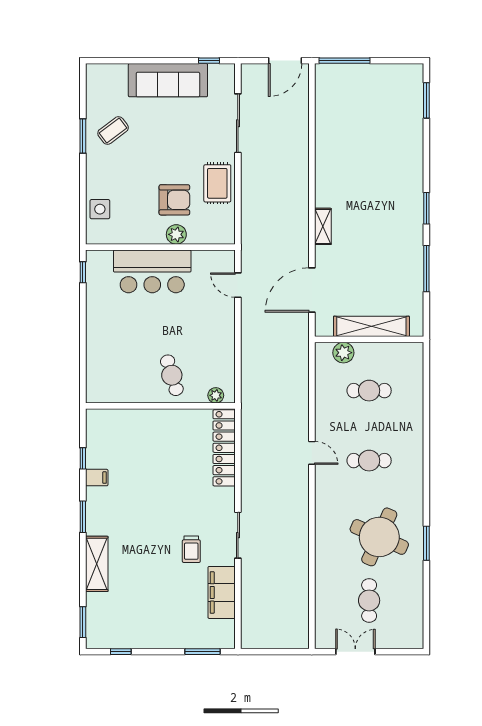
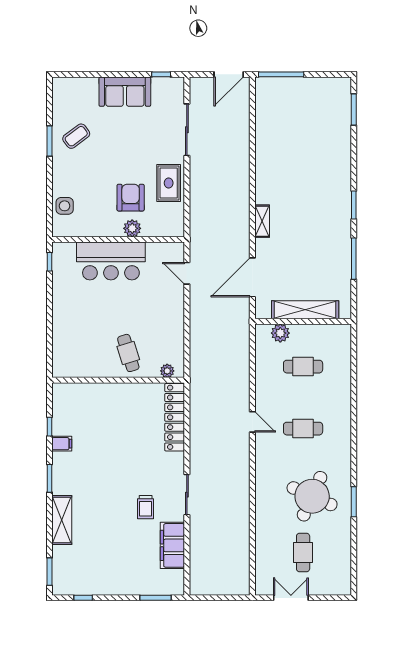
sofa: (168, 80) -> (125, 92), width x0.73
armchair: (174, 200) -> (131, 198), turned -90

